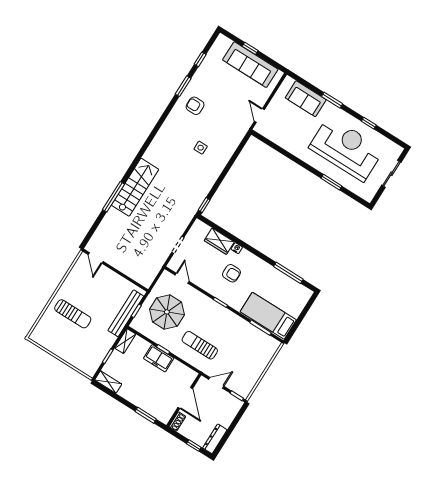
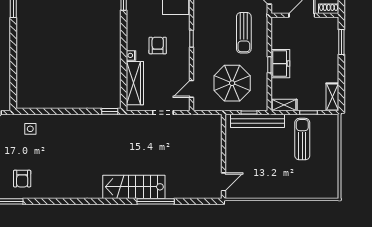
side table: (201, 148) -> (30, 129), moved
wardrobe: (219, 241) -> (135, 83), width x1.50
sun lounger: (73, 314) -> (302, 139), moved

